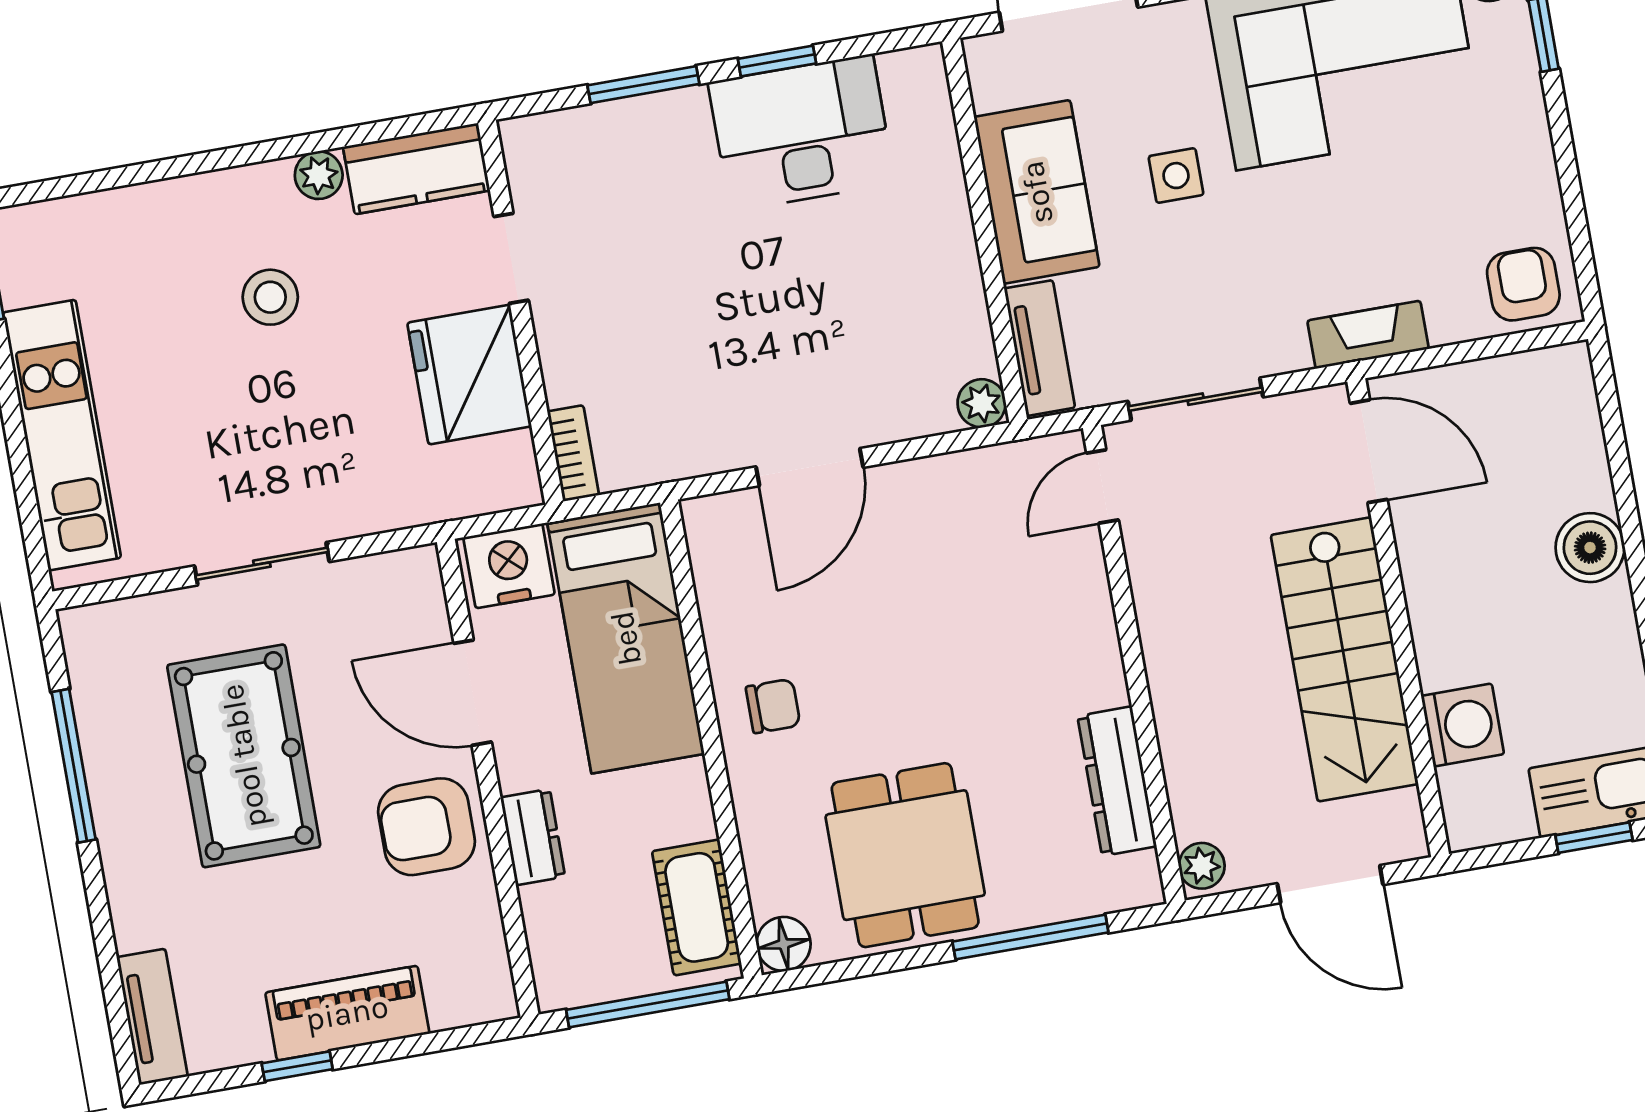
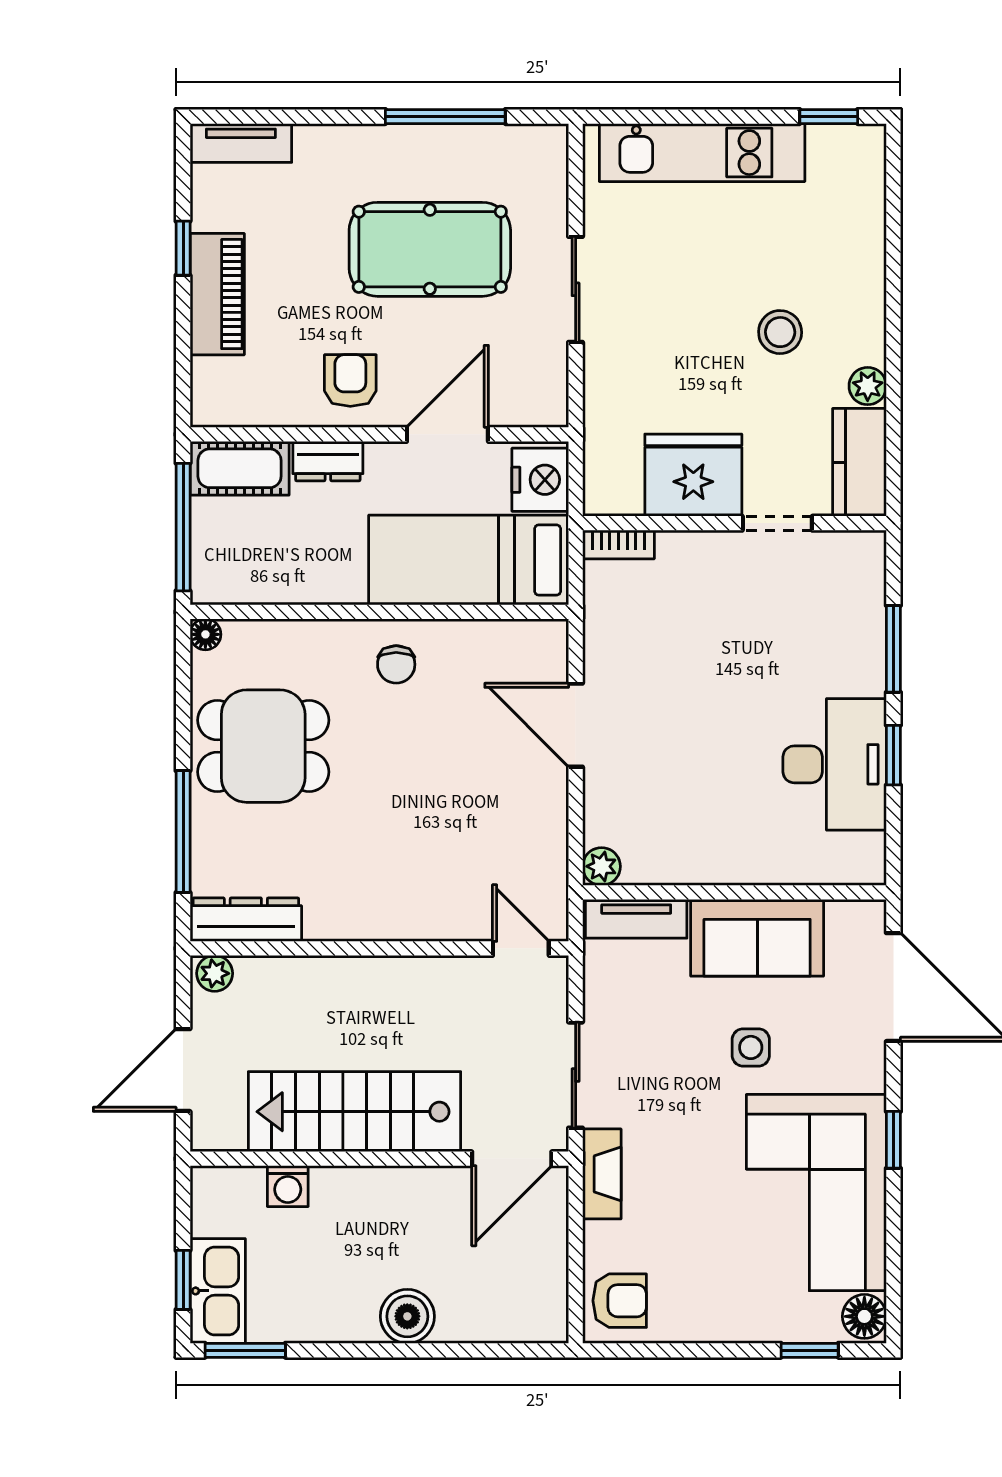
sliding door: (1196, 399) -> (576, 1075), moved
washing machine: (1463, 725) -> (288, 1186), width x0.73, depth x0.73
dresser: (1117, 781) -> (246, 920), moved
armchair: (426, 827) -> (350, 381), width x0.72, depth x0.72
cot: (697, 907) -> (240, 468), moved
floor lamp: (784, 944) -> (205, 634), width x0.73, depth x0.73

